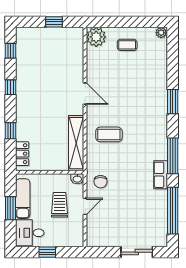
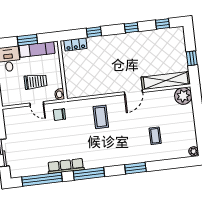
coffee table: (127, 45) -> (155, 136), moved
shelving: (76, 143) -> (166, 81), moved
row of seats: (161, 175) -> (66, 166), width x1.48

